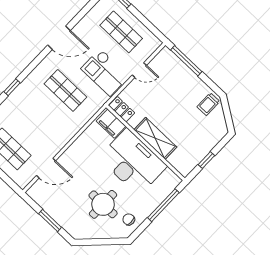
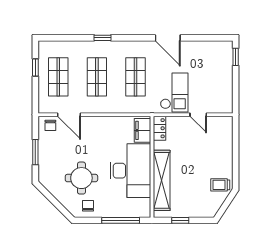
shop shelf: (121, 32) -> (97, 77), moved
window: (186, 61) -> (236, 141), removed
checkout: (105, 72) -> (174, 92), turned 180
shelving: (155, 138) -> (162, 180), width x1.47
chair: (41, 190) -> (50, 125), added

